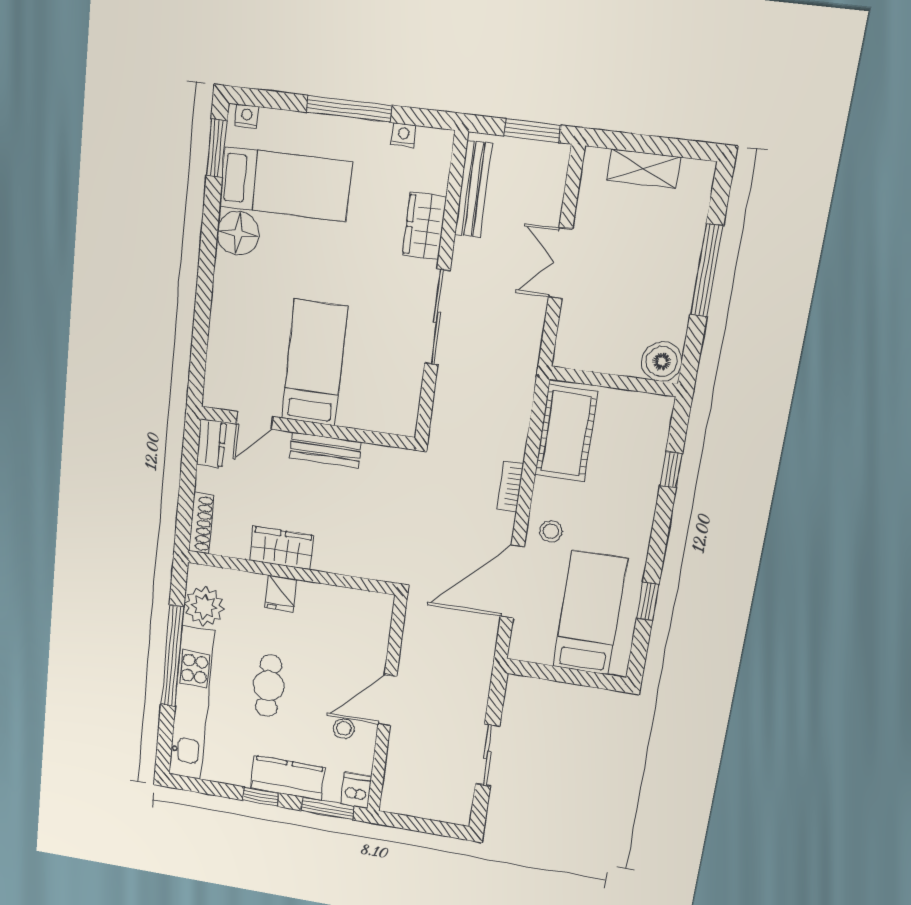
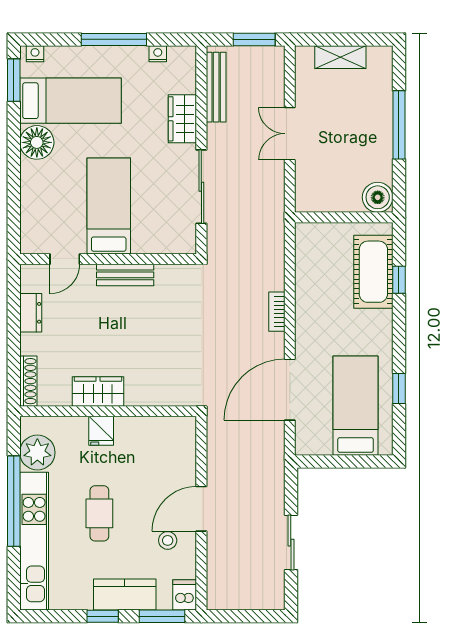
bed: (315, 363) -> (109, 206), moved
door: (255, 420) -> (65, 259), moved
wall: (307, 428) -> (108, 259), moved
cot: (566, 433) -> (373, 272), moved
bench: (325, 450) -> (125, 275), moved
stool: (551, 531) -> (314, 343), removed

